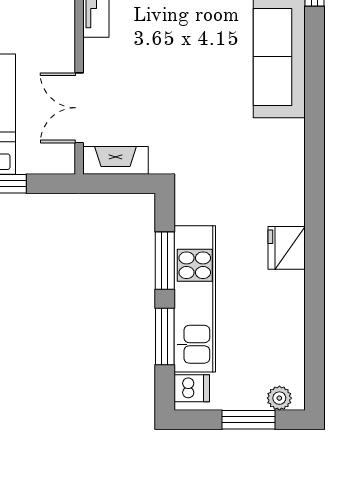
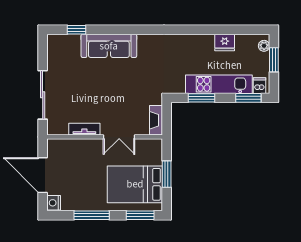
double door: (79, 108) -> (119, 137), moved
fridge: (287, 248) -> (225, 42), moved
window: (165, 336) -> (248, 98), moved

